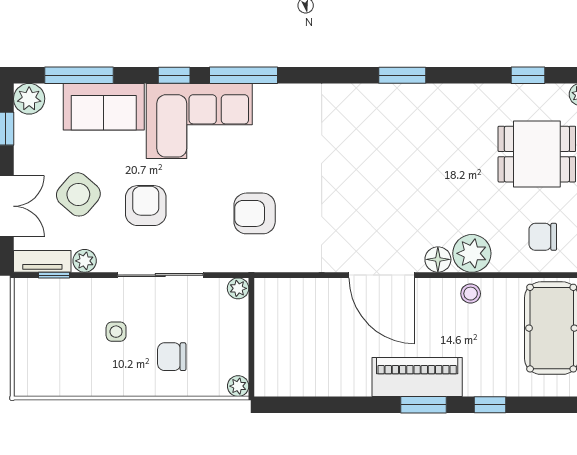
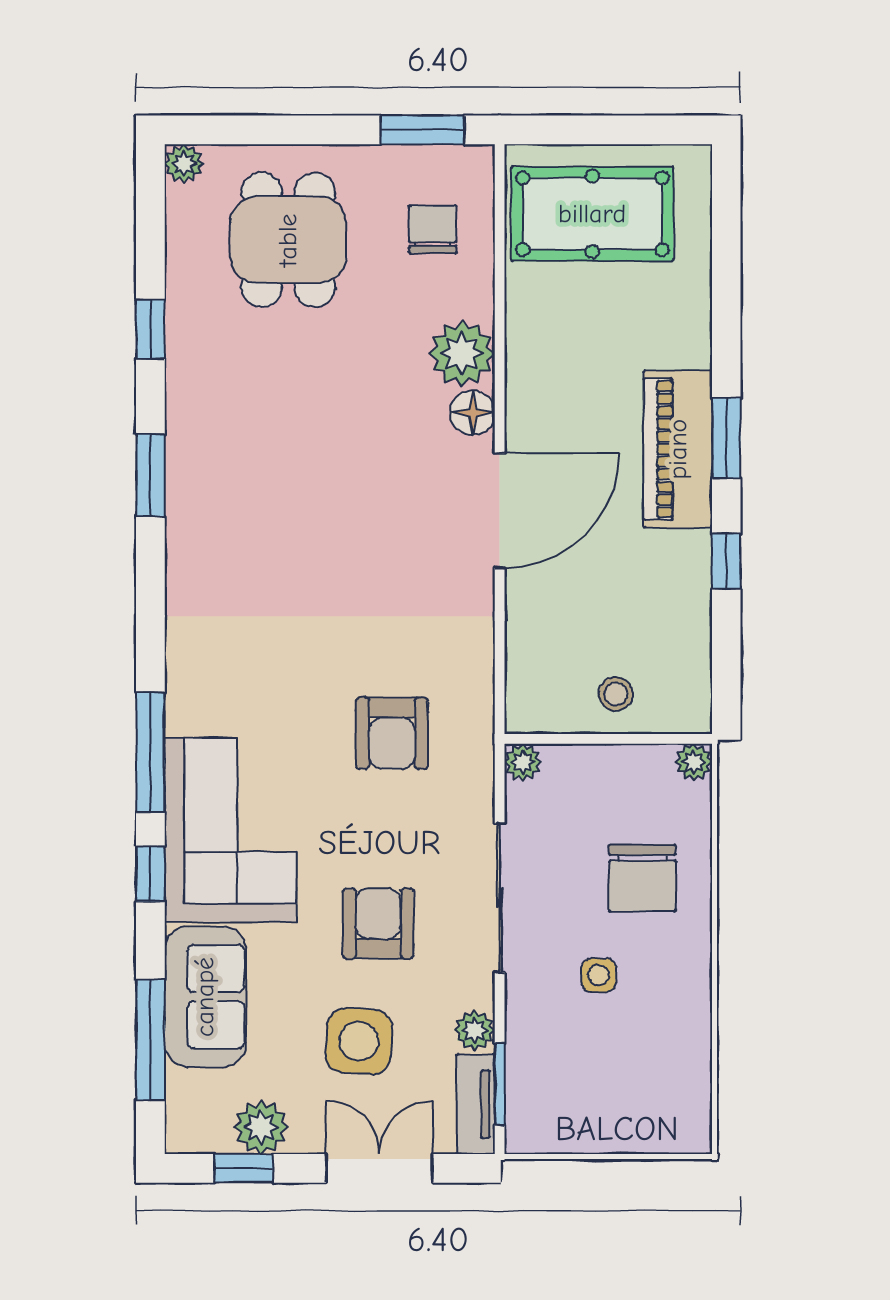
window: (528, 75) -> (150, 329), moved
plant: (29, 99) -> (261, 1127), moved
side table: (78, 194) -> (359, 1041), turned -38
armchair: (146, 206) -> (378, 923), turned 90
chair: (543, 237) -> (433, 229), turned 180
window: (54, 275) -> (500, 1084), width x1.50
stool: (471, 294) -> (616, 694), moved
chair: (172, 357) -> (642, 878), width x1.37, depth x1.37
window: (490, 405) -> (726, 561), moved

